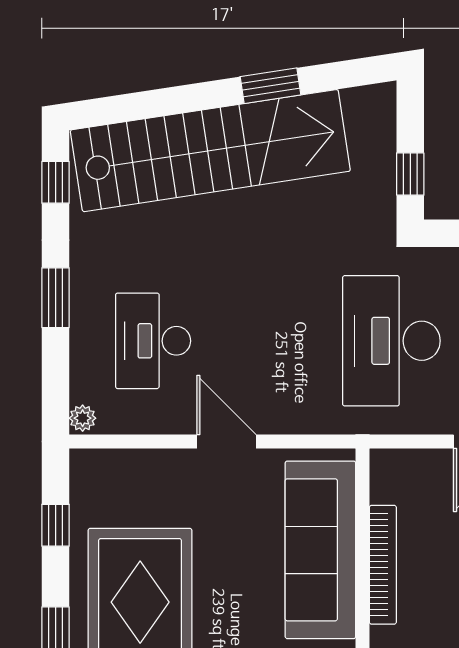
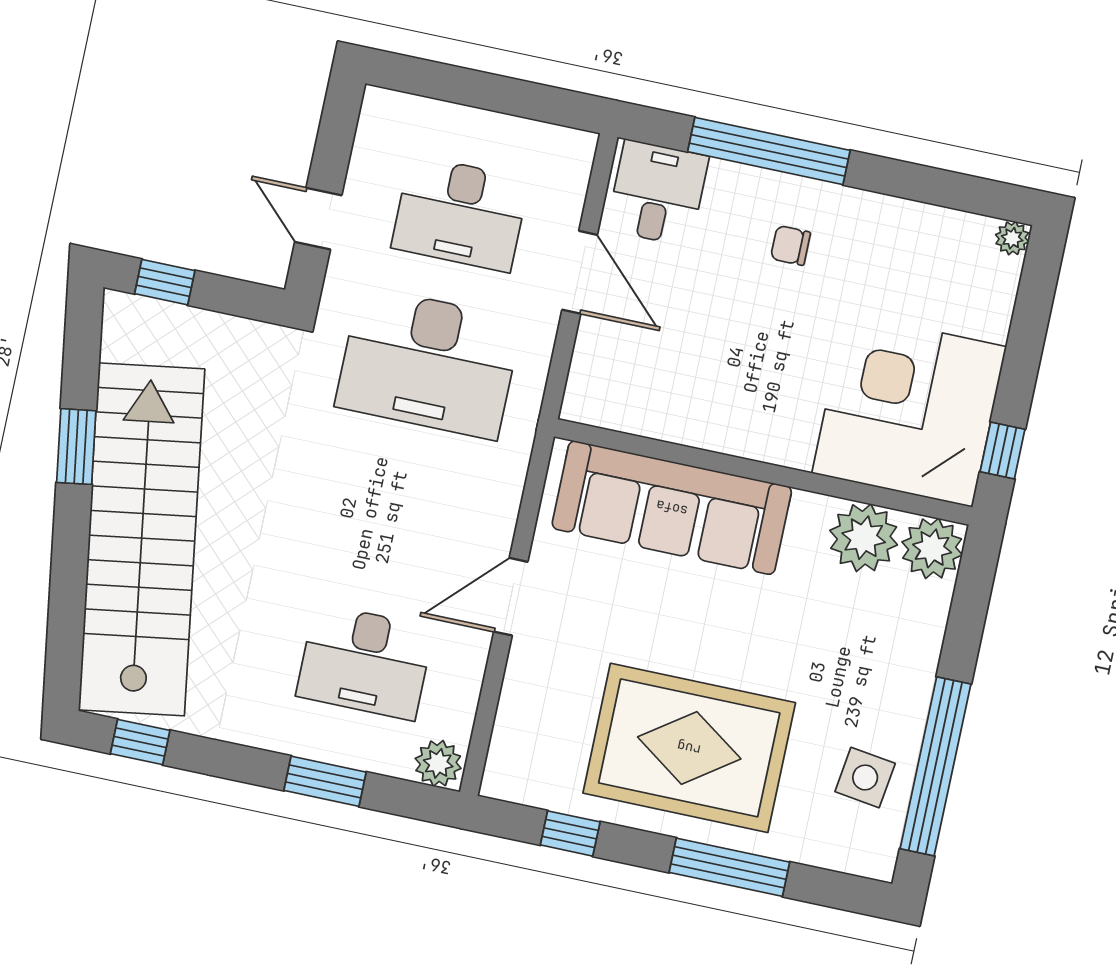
window: (410, 174) -> (165, 282), moved
window: (56, 298) -> (325, 781), moved
plant: (83, 418) -> (438, 763), width x1.38, depth x1.38
bookcase: (383, 565) -> (707, 433), removed

